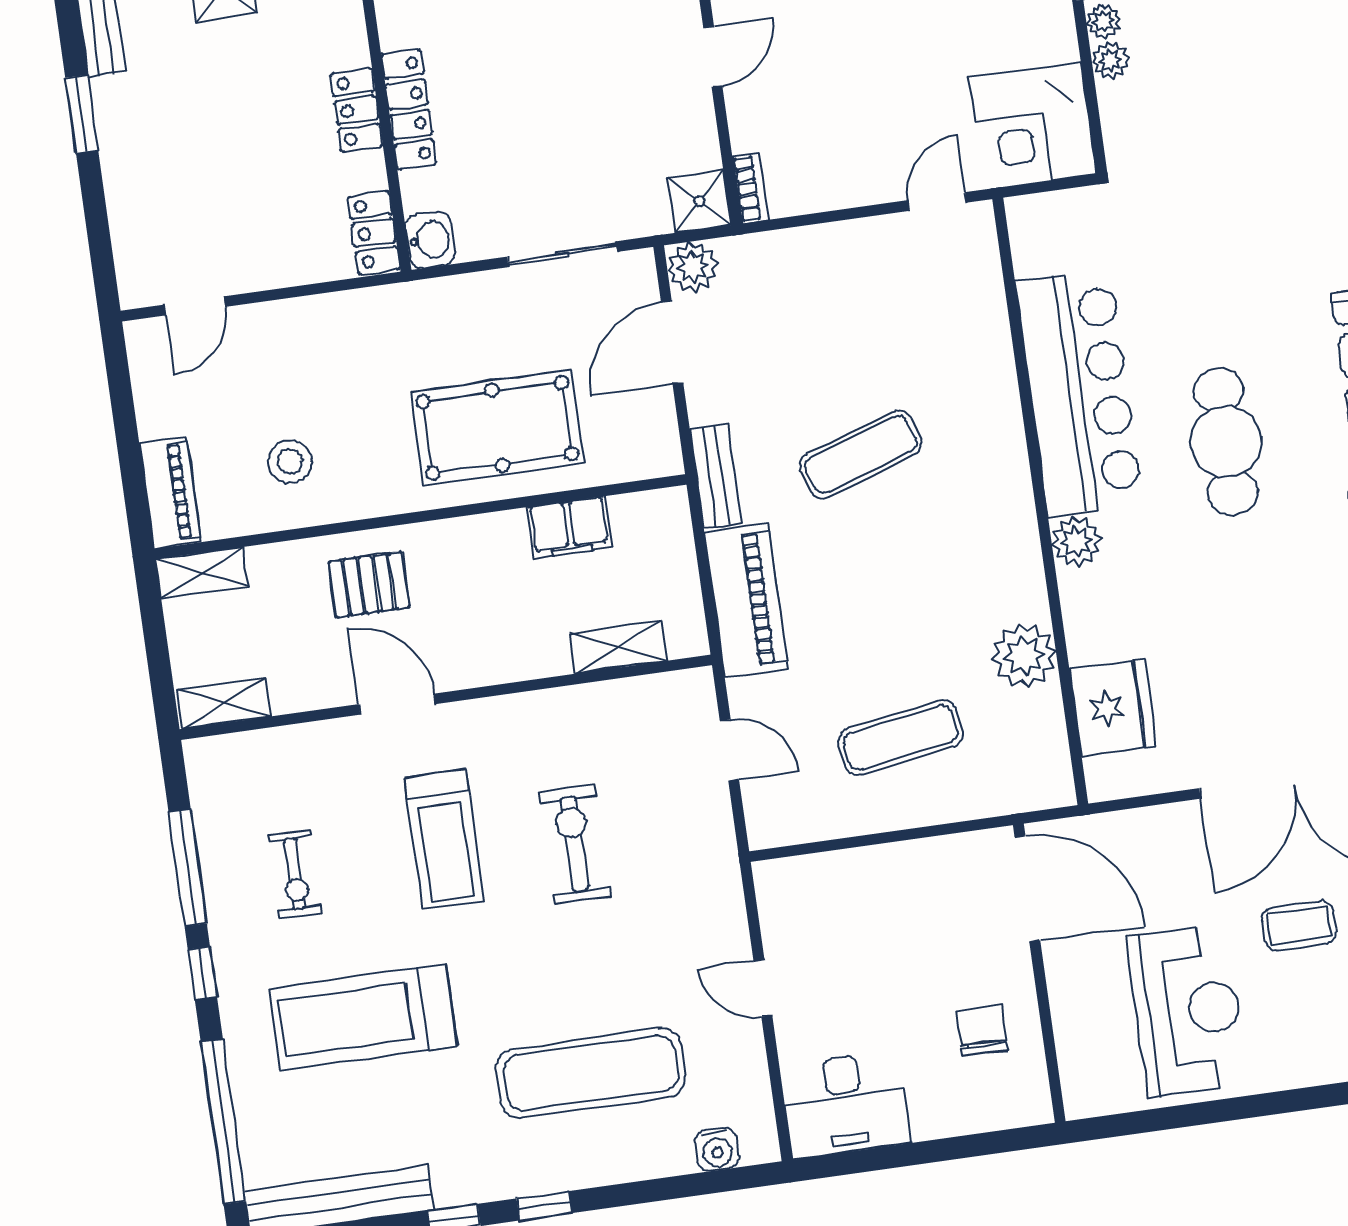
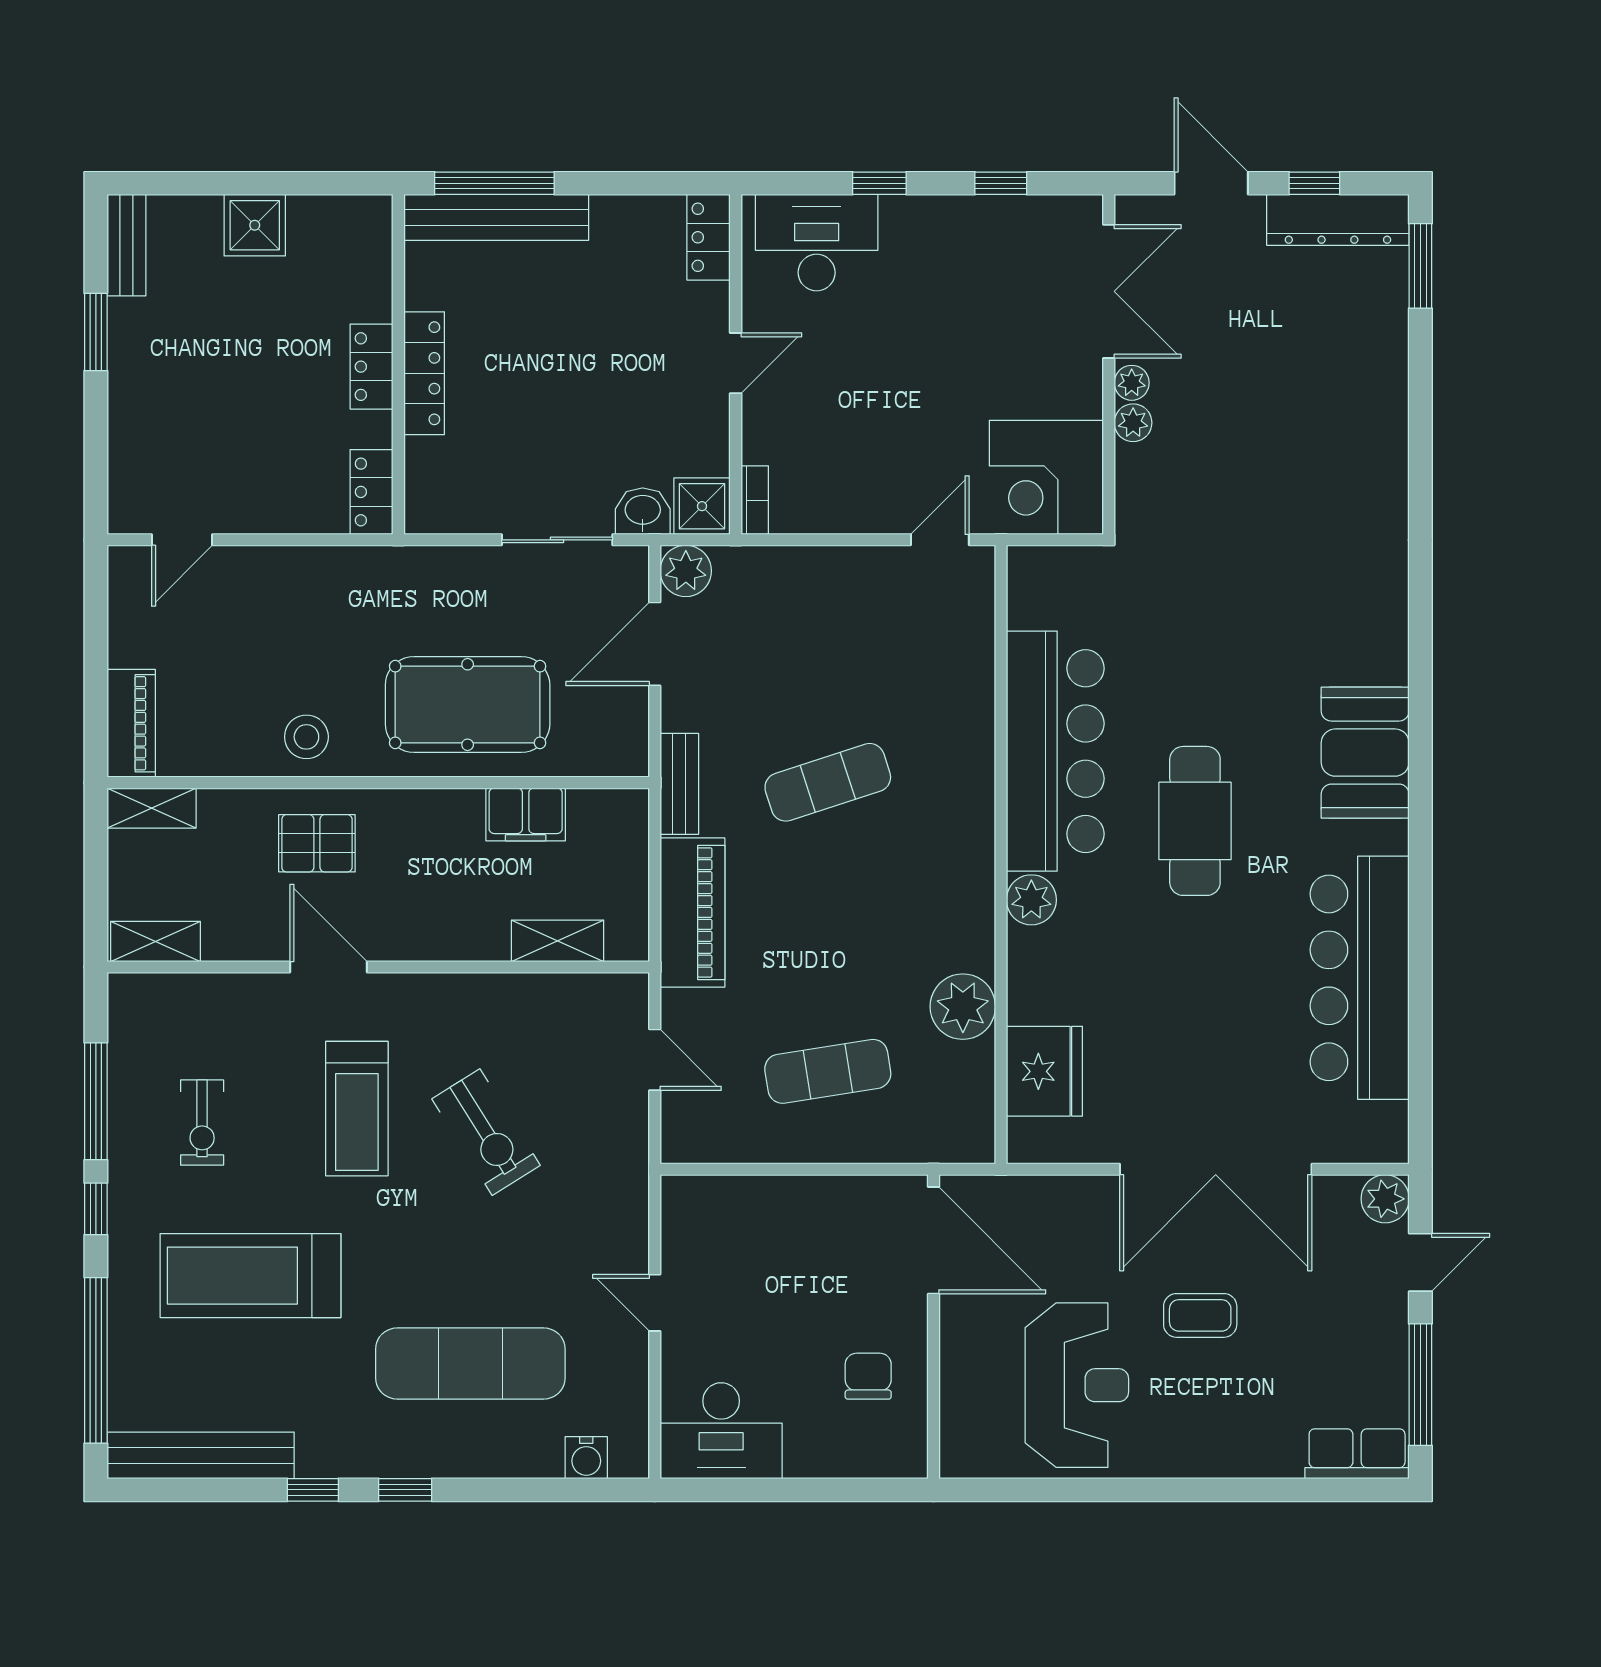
washbasin: (430, 240) -> (643, 511), moved, turned -90
stool: (290, 462) -> (306, 737), moved
exercise bike: (574, 844) -> (486, 1132), turned 148

